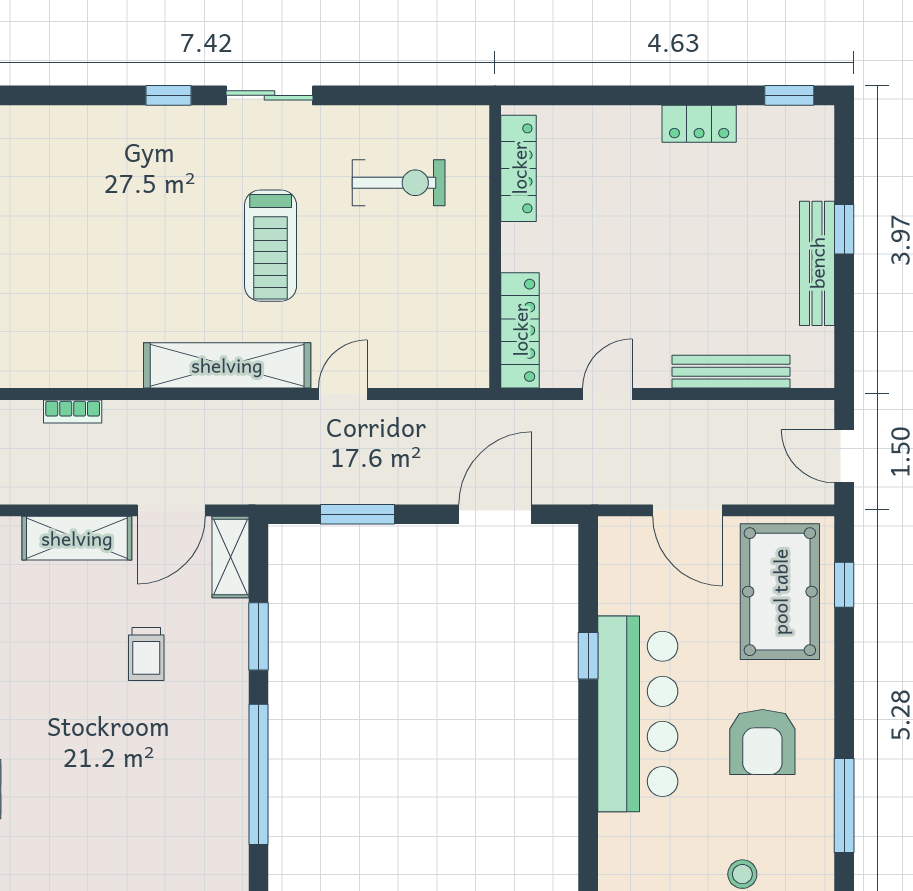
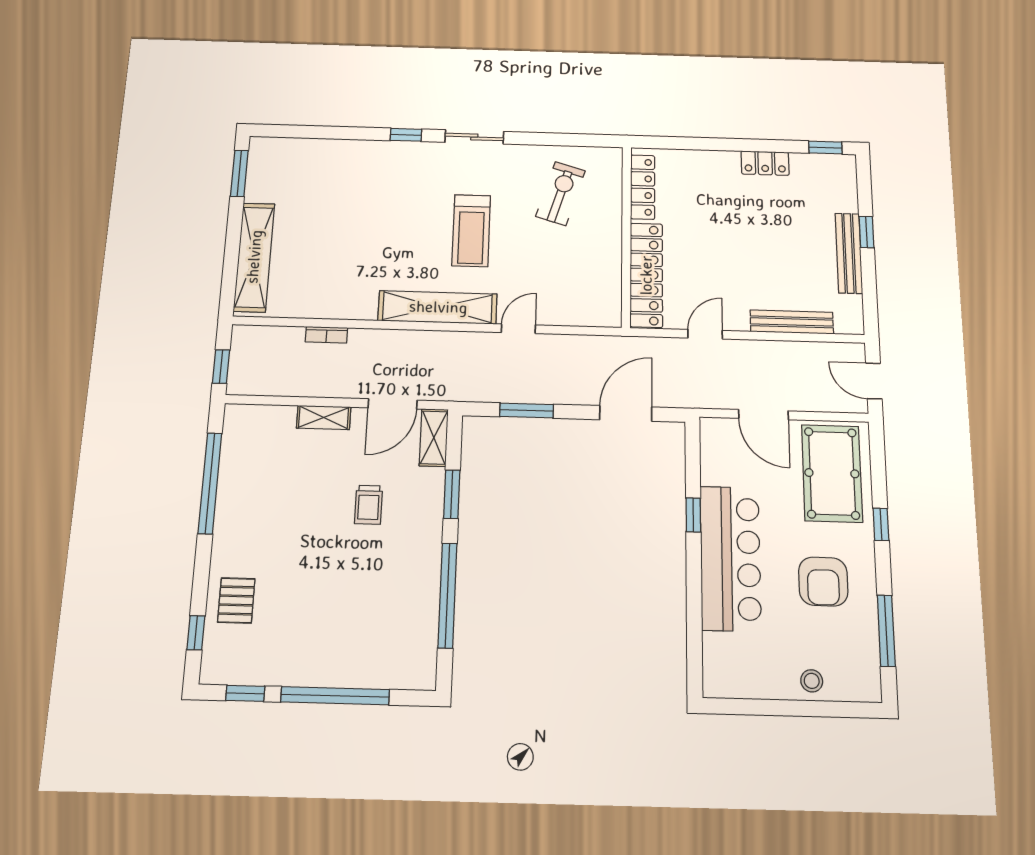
exercise bike: (399, 183) -> (561, 194), turned -73
locker: (520, 330) -> (646, 275), width x1.41, depth x1.21
shelving: (77, 538) -> (324, 417), width x0.67, depth x0.75
window: (844, 585) -> (881, 524), moved

